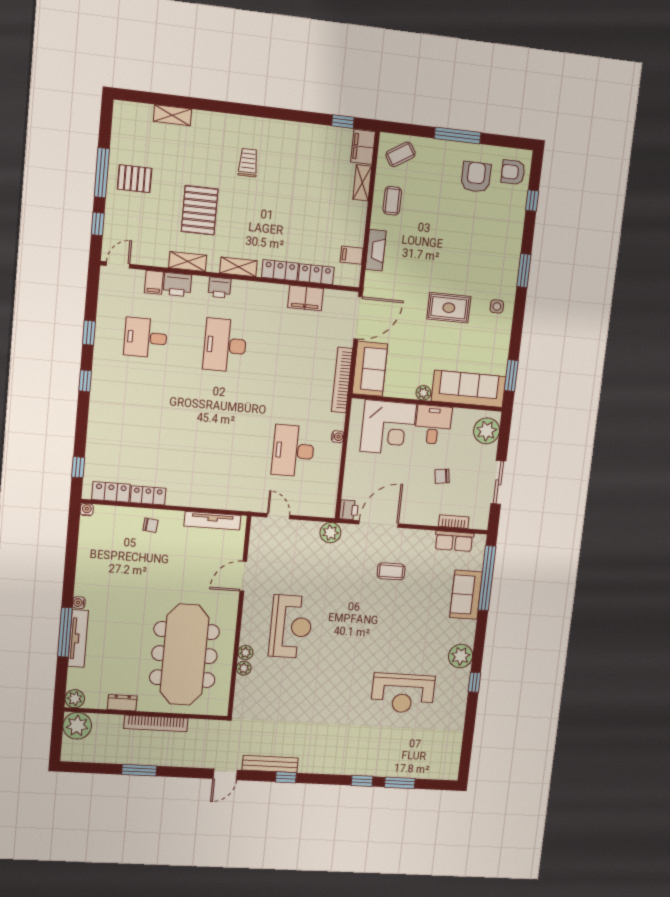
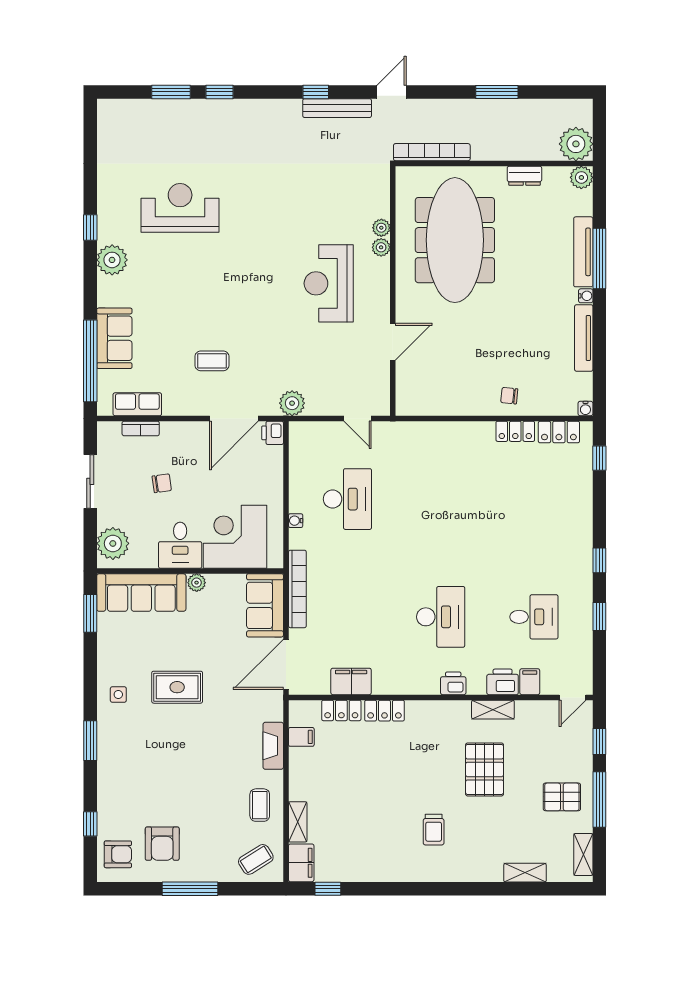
shelving: (238, 267) -> (583, 854), moved, turned 90
tv unit: (212, 521) -> (584, 338), moved, turned -90
bookcase: (156, 723) -> (432, 152), moved

